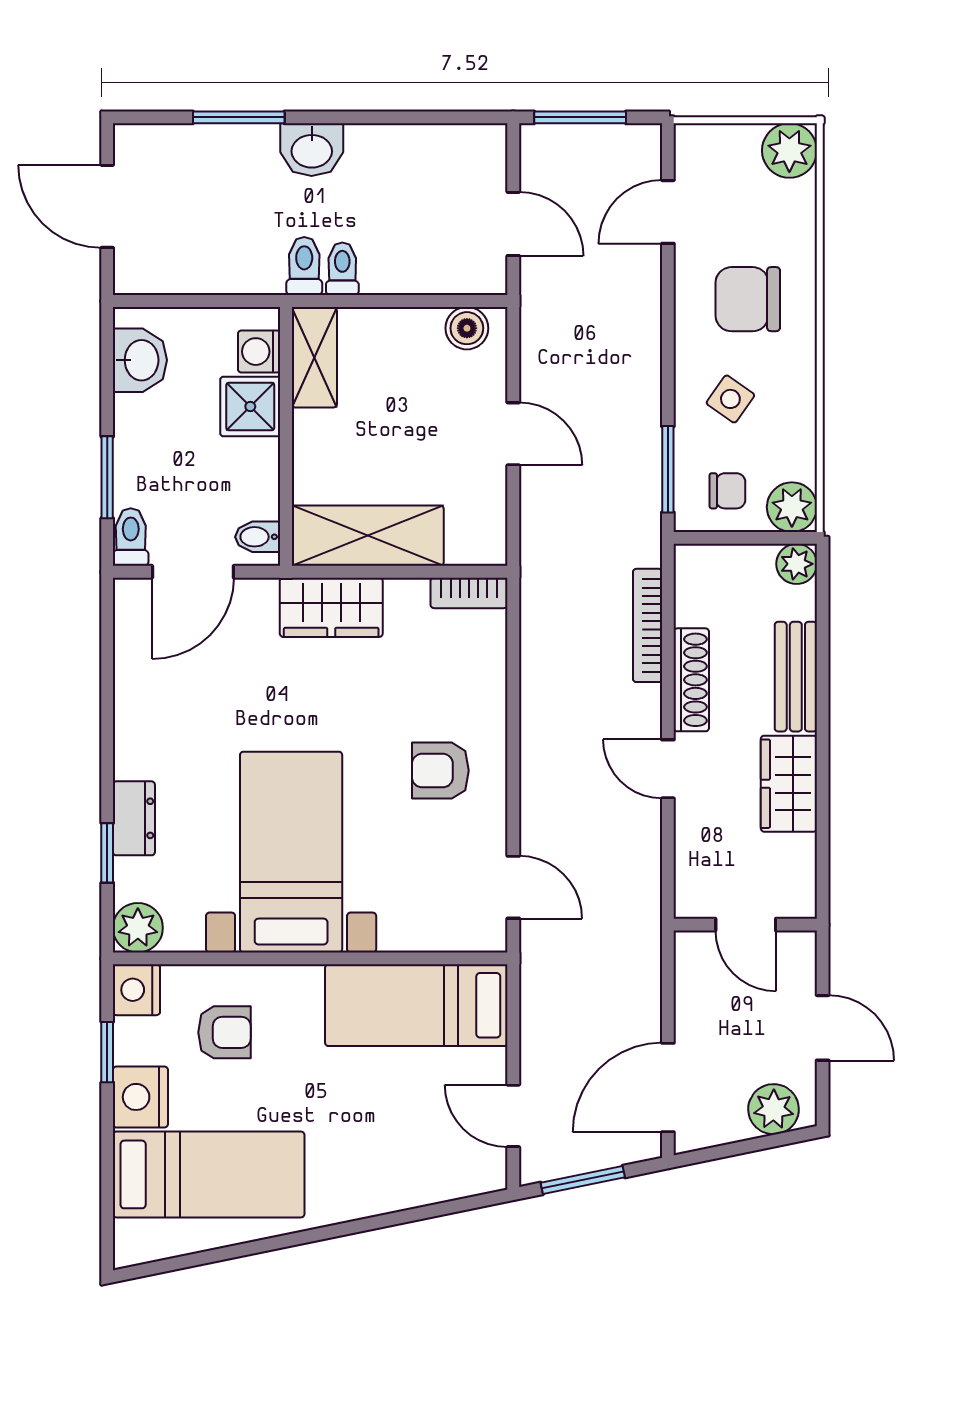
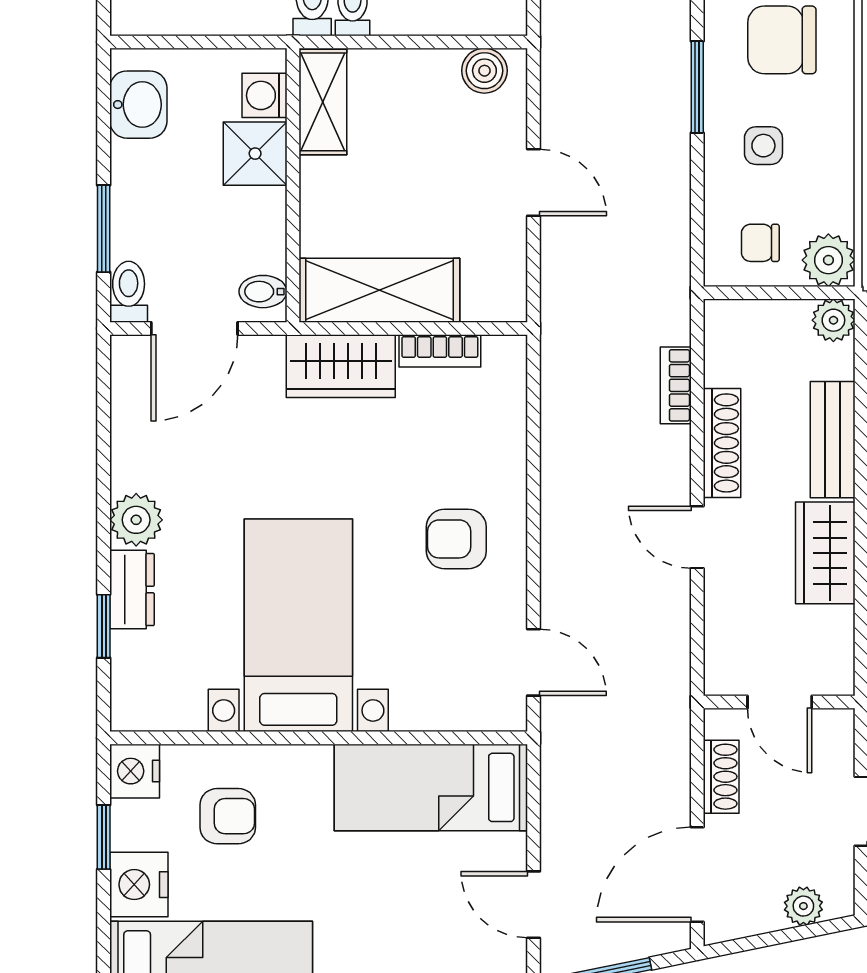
side table: (730, 399) -> (763, 146), turned -35
window: (668, 469) -> (697, 87), moved
chair: (727, 491) -> (760, 243), turned 180
bookcase: (469, 593) -> (440, 351), moved
bookcase: (648, 625) -> (676, 385), width x0.64
plant: (138, 928) -> (136, 520), moved
shoe rack: (691, 995) -> (721, 777), added
plant: (774, 1109) -> (803, 906), width x0.73, depth x0.73

